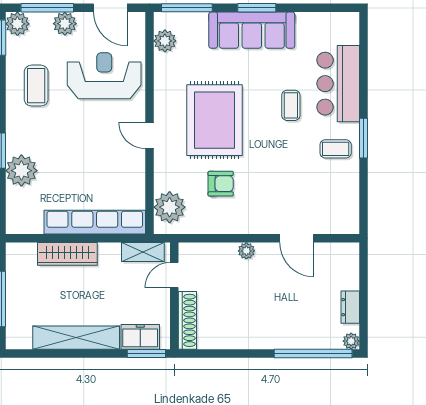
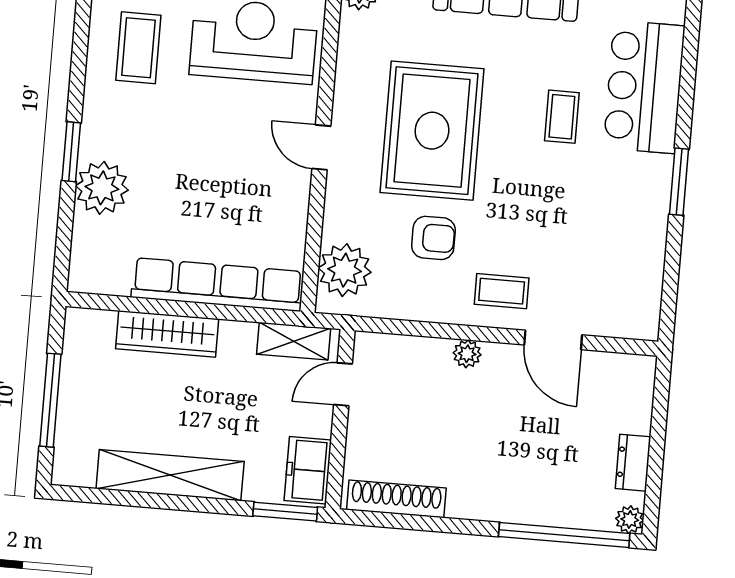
coffee table: (336, 149) -> (502, 291), moved
shoe rack: (187, 320) -> (396, 499), moved, turned -90
freezer: (140, 337) -> (308, 470), moved, turned -90

